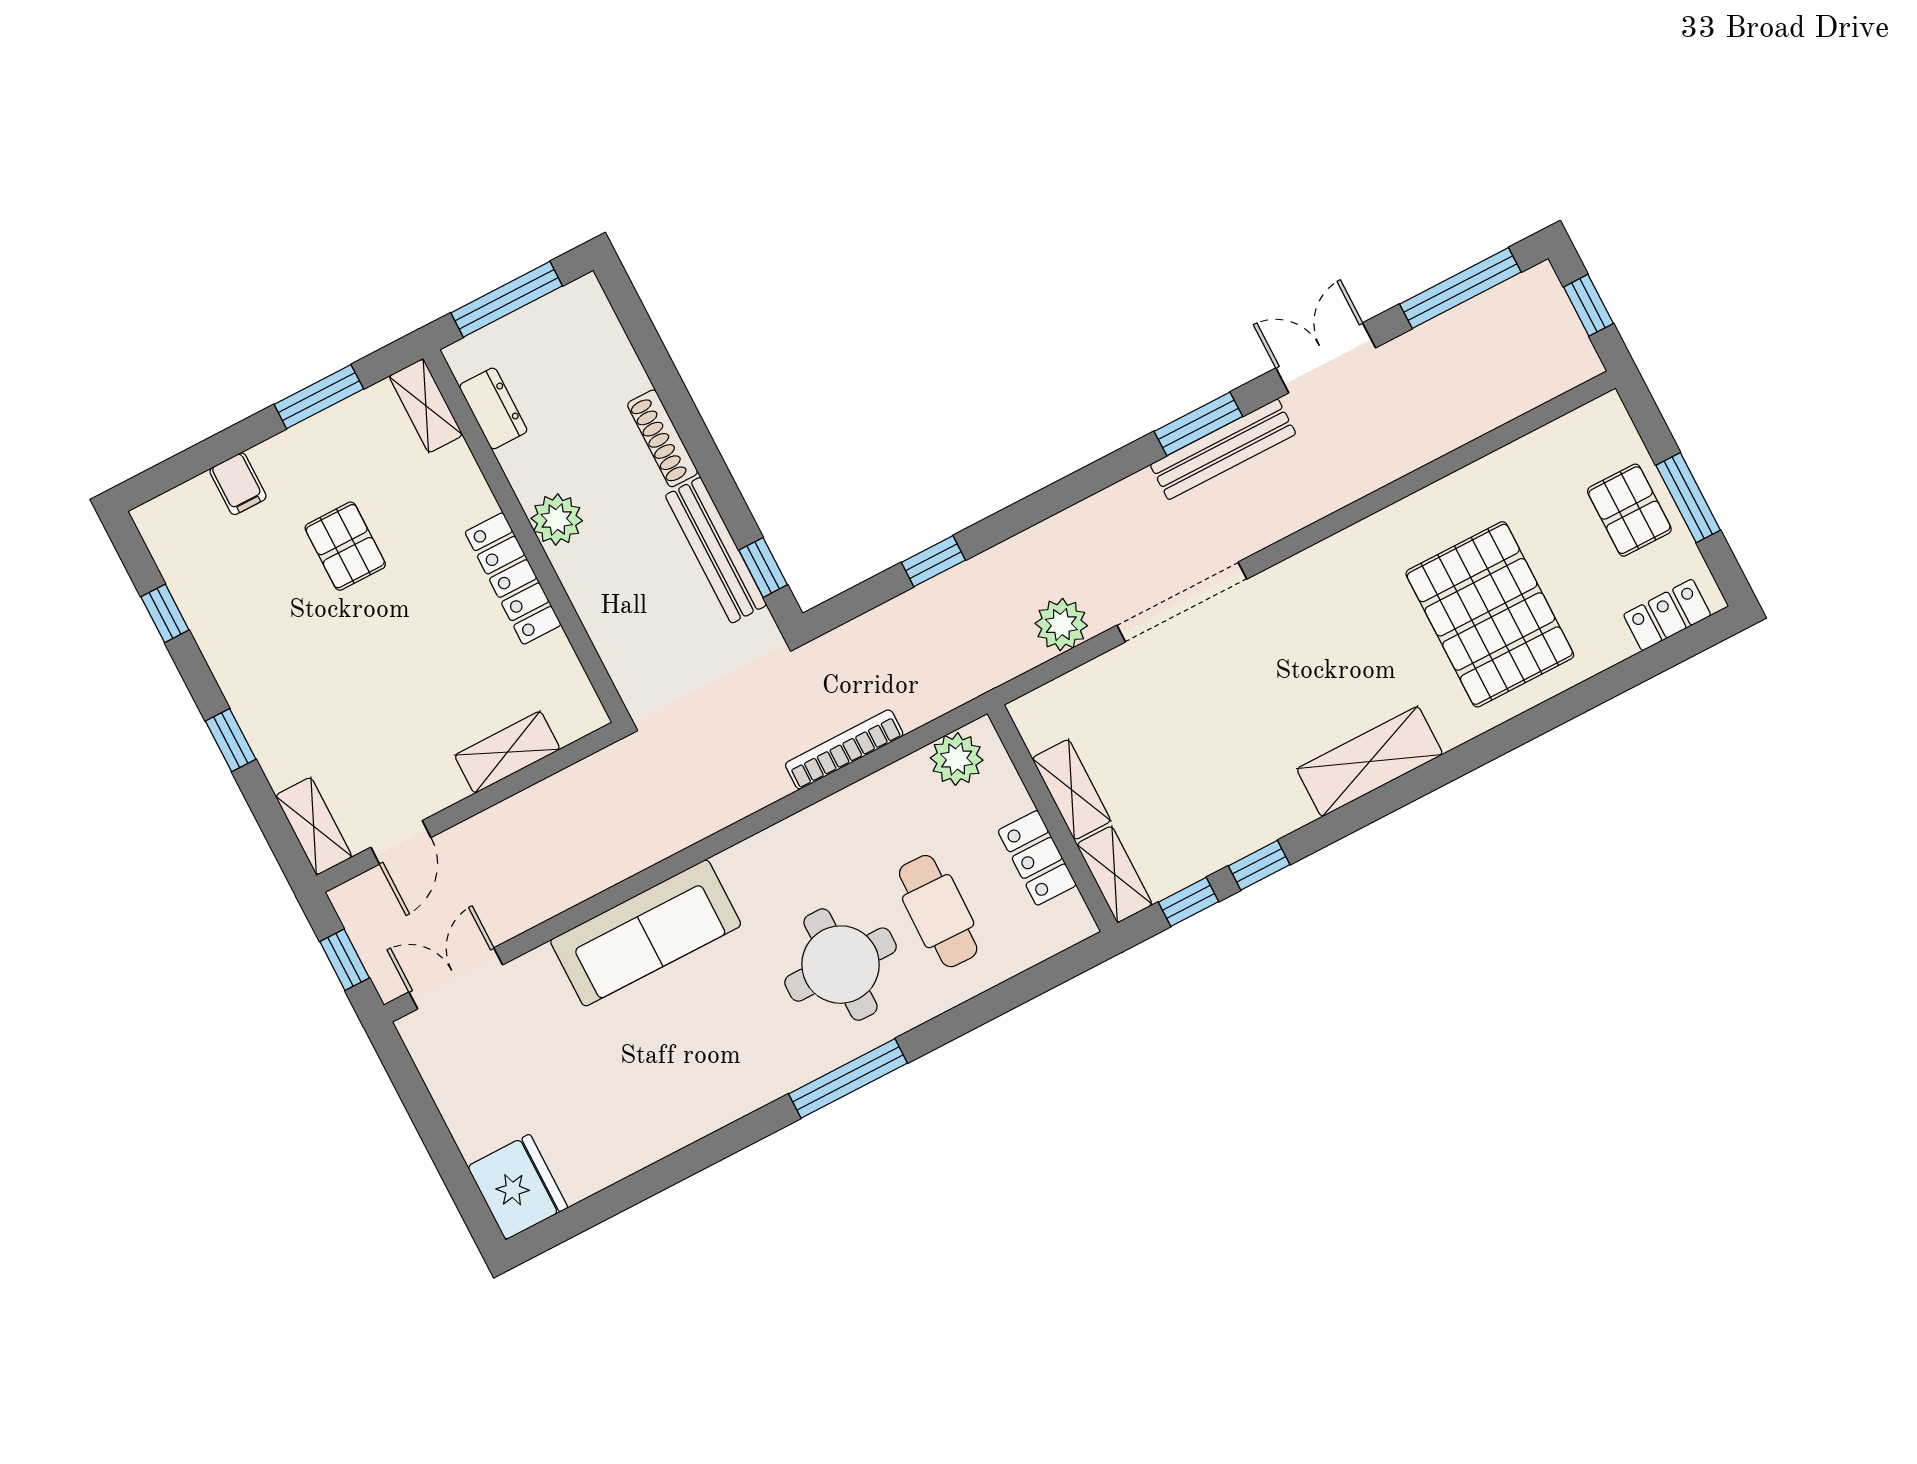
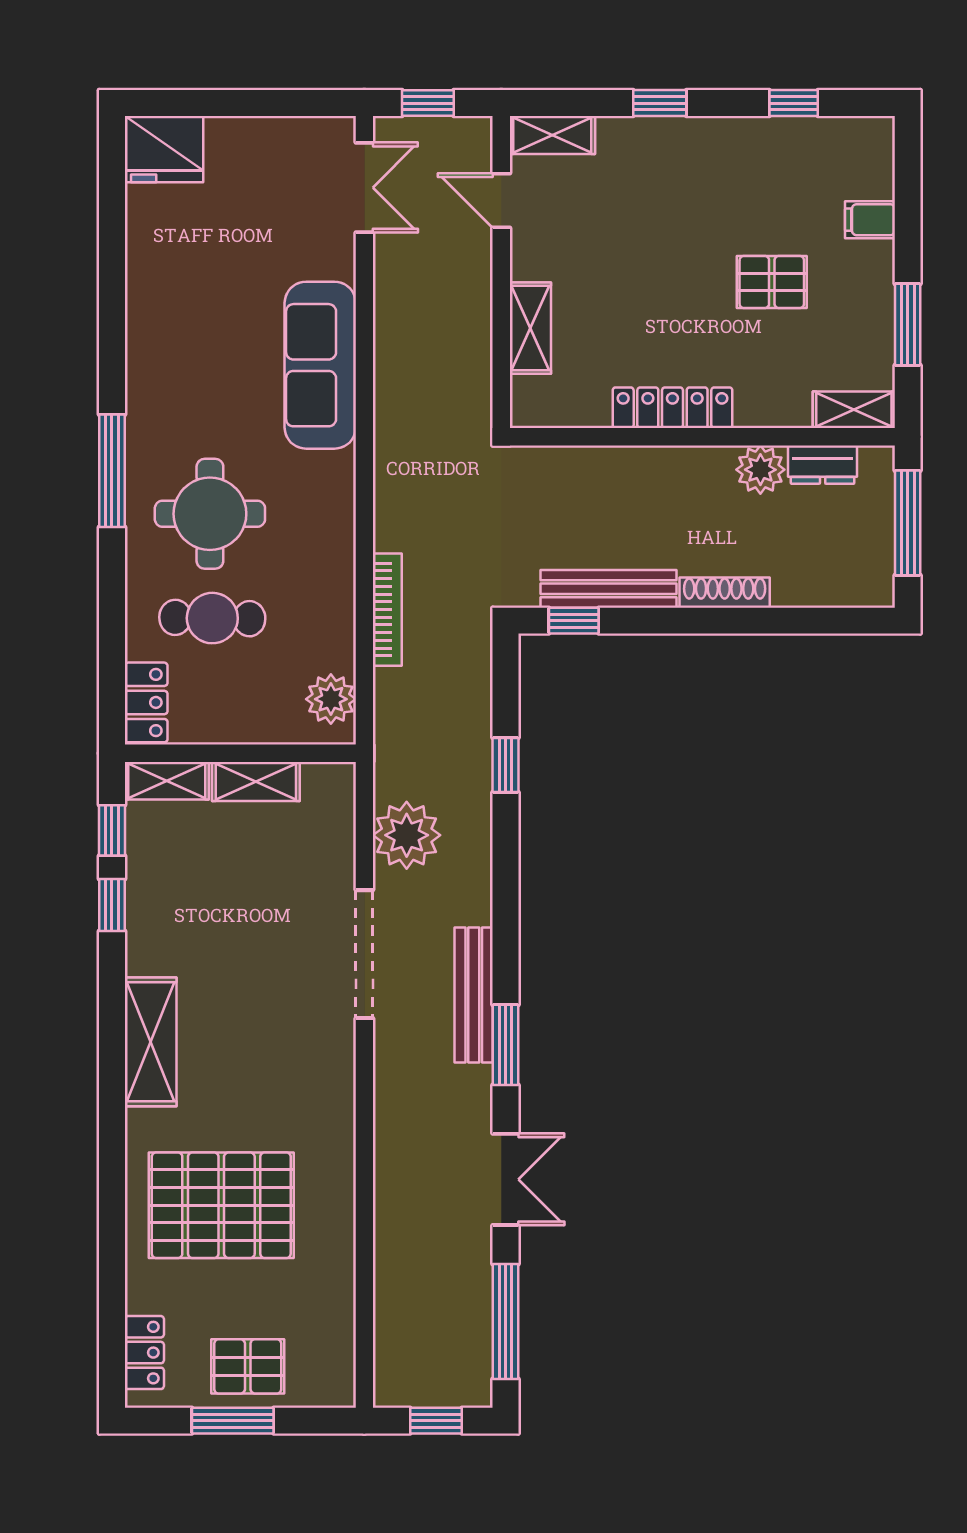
bench: (1223, 449) -> (474, 995), moved
plant: (557, 519) -> (760, 470), moved
plant: (1061, 625) -> (407, 835), width x1.36, depth x1.36
locker: (1037, 858) -> (146, 702), moved, turned 90

